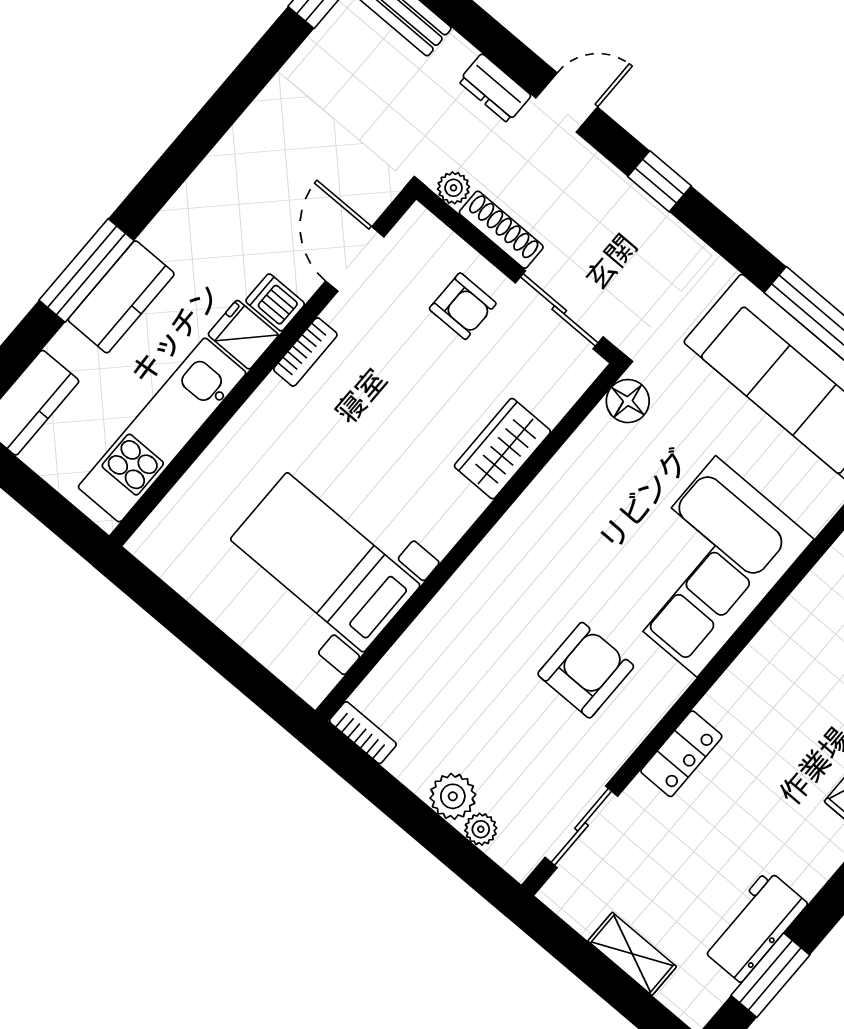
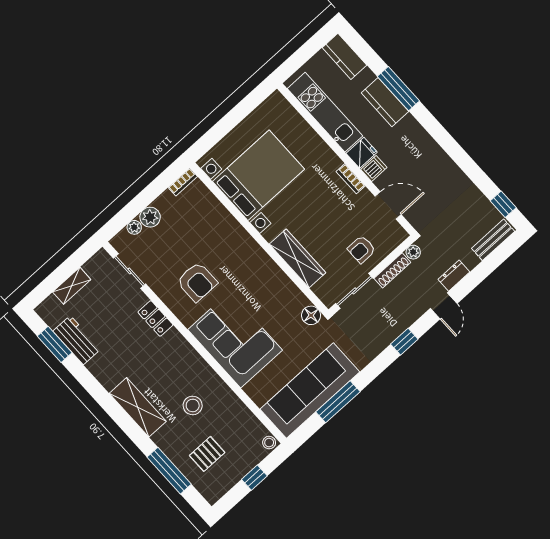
wardrobe: (502, 449) -> (298, 258), width x1.50
bed with nightstands: (325, 562) -> (259, 175), width x1.36

